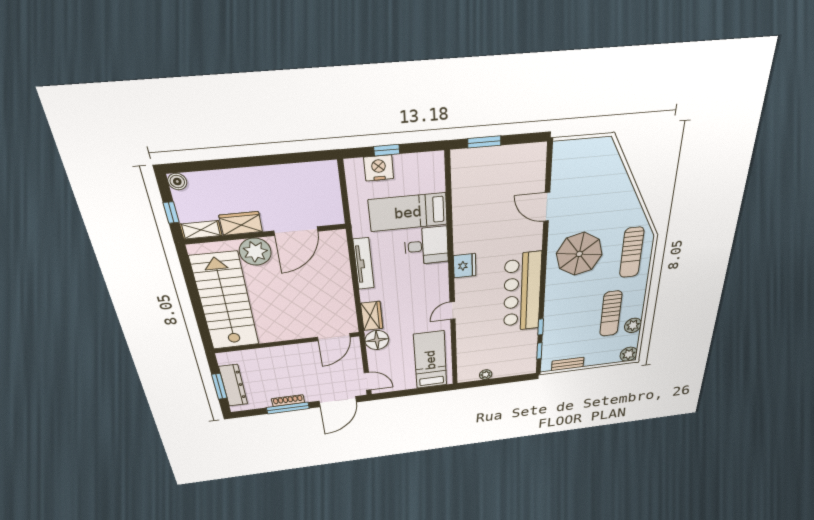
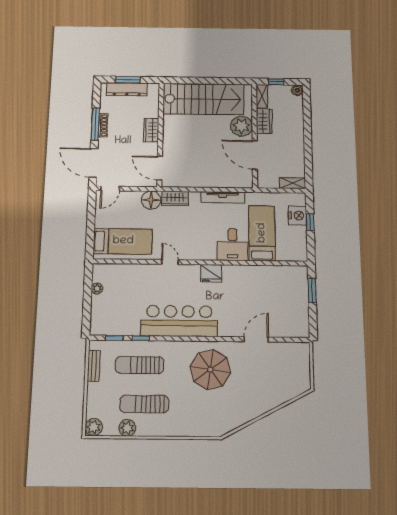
shelving: (331, 178) -> (293, 183), added
sun lounger: (632, 253) -> (140, 365), moved
wardrobe: (284, 353) -> (151, 130), added

